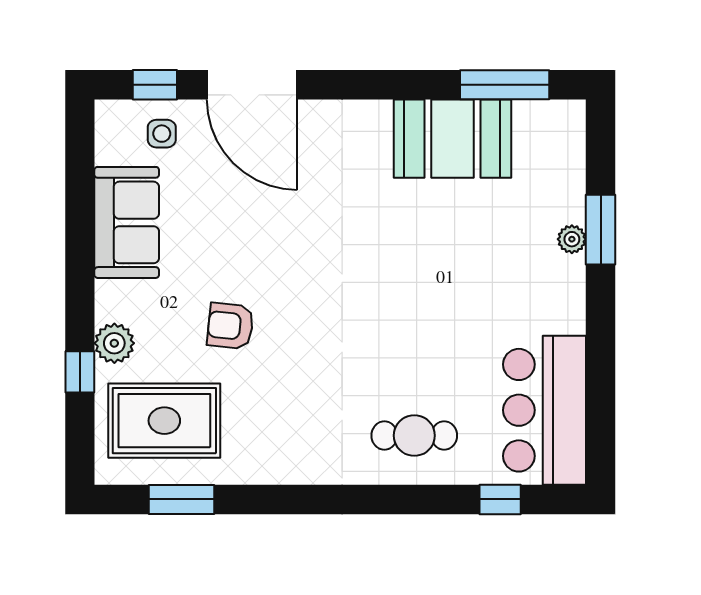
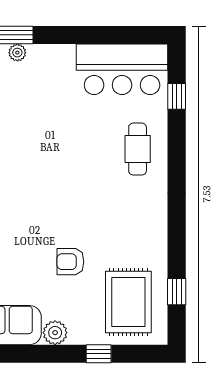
armchair: (230, 326) -> (70, 262), turned 84
plant: (114, 343) -> (55, 333), moved
window: (181, 499) -> (177, 292), width x0.67

